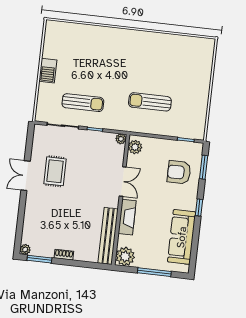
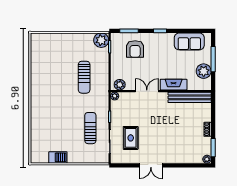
barbecue: (48, 71) -> (58, 157), moved
plant: (195, 130) -> (101, 40), added
rug: (55, 171) -> (131, 138), moved, turned 90
sofa: (182, 237) -> (189, 41), width x0.73
plant: (125, 257) -> (204, 71), moved

